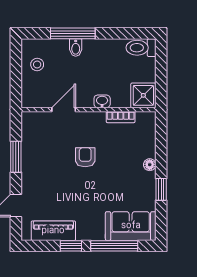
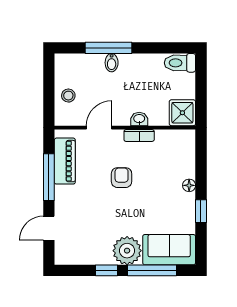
stool: (37, 65) -> (68, 96), moved
bookcase: (121, 117) -> (139, 135), moved
window: (16, 157) -> (49, 177), width x1.44
plant: (90, 227) -> (127, 251), added
piano: (53, 231) -> (65, 161), moved, turned 90

